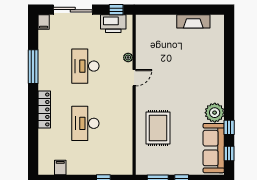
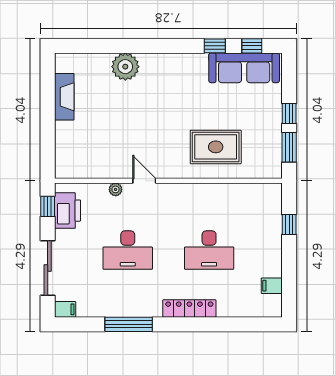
plant: (215, 113) -> (125, 67), moved

